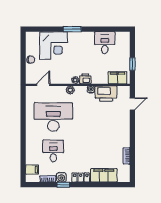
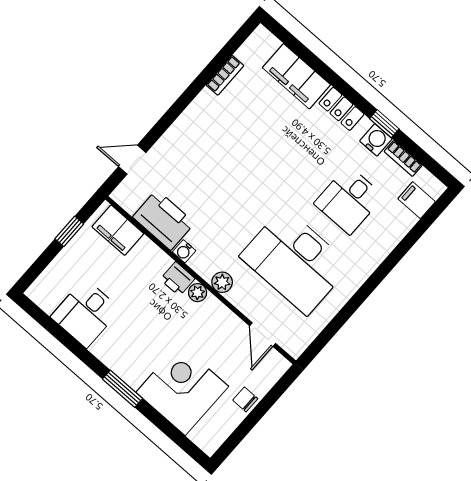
door: (43, 85) -> (263, 335), hinge flipped

